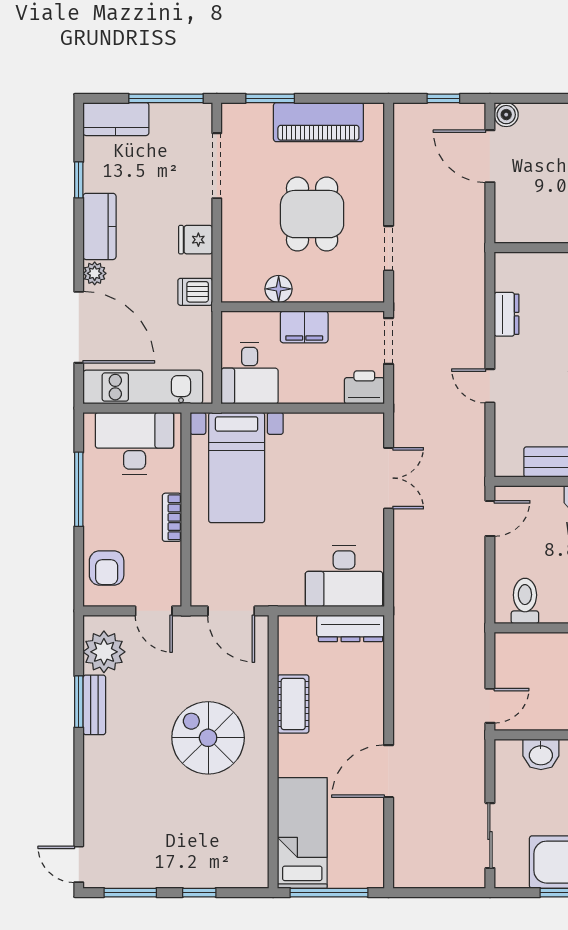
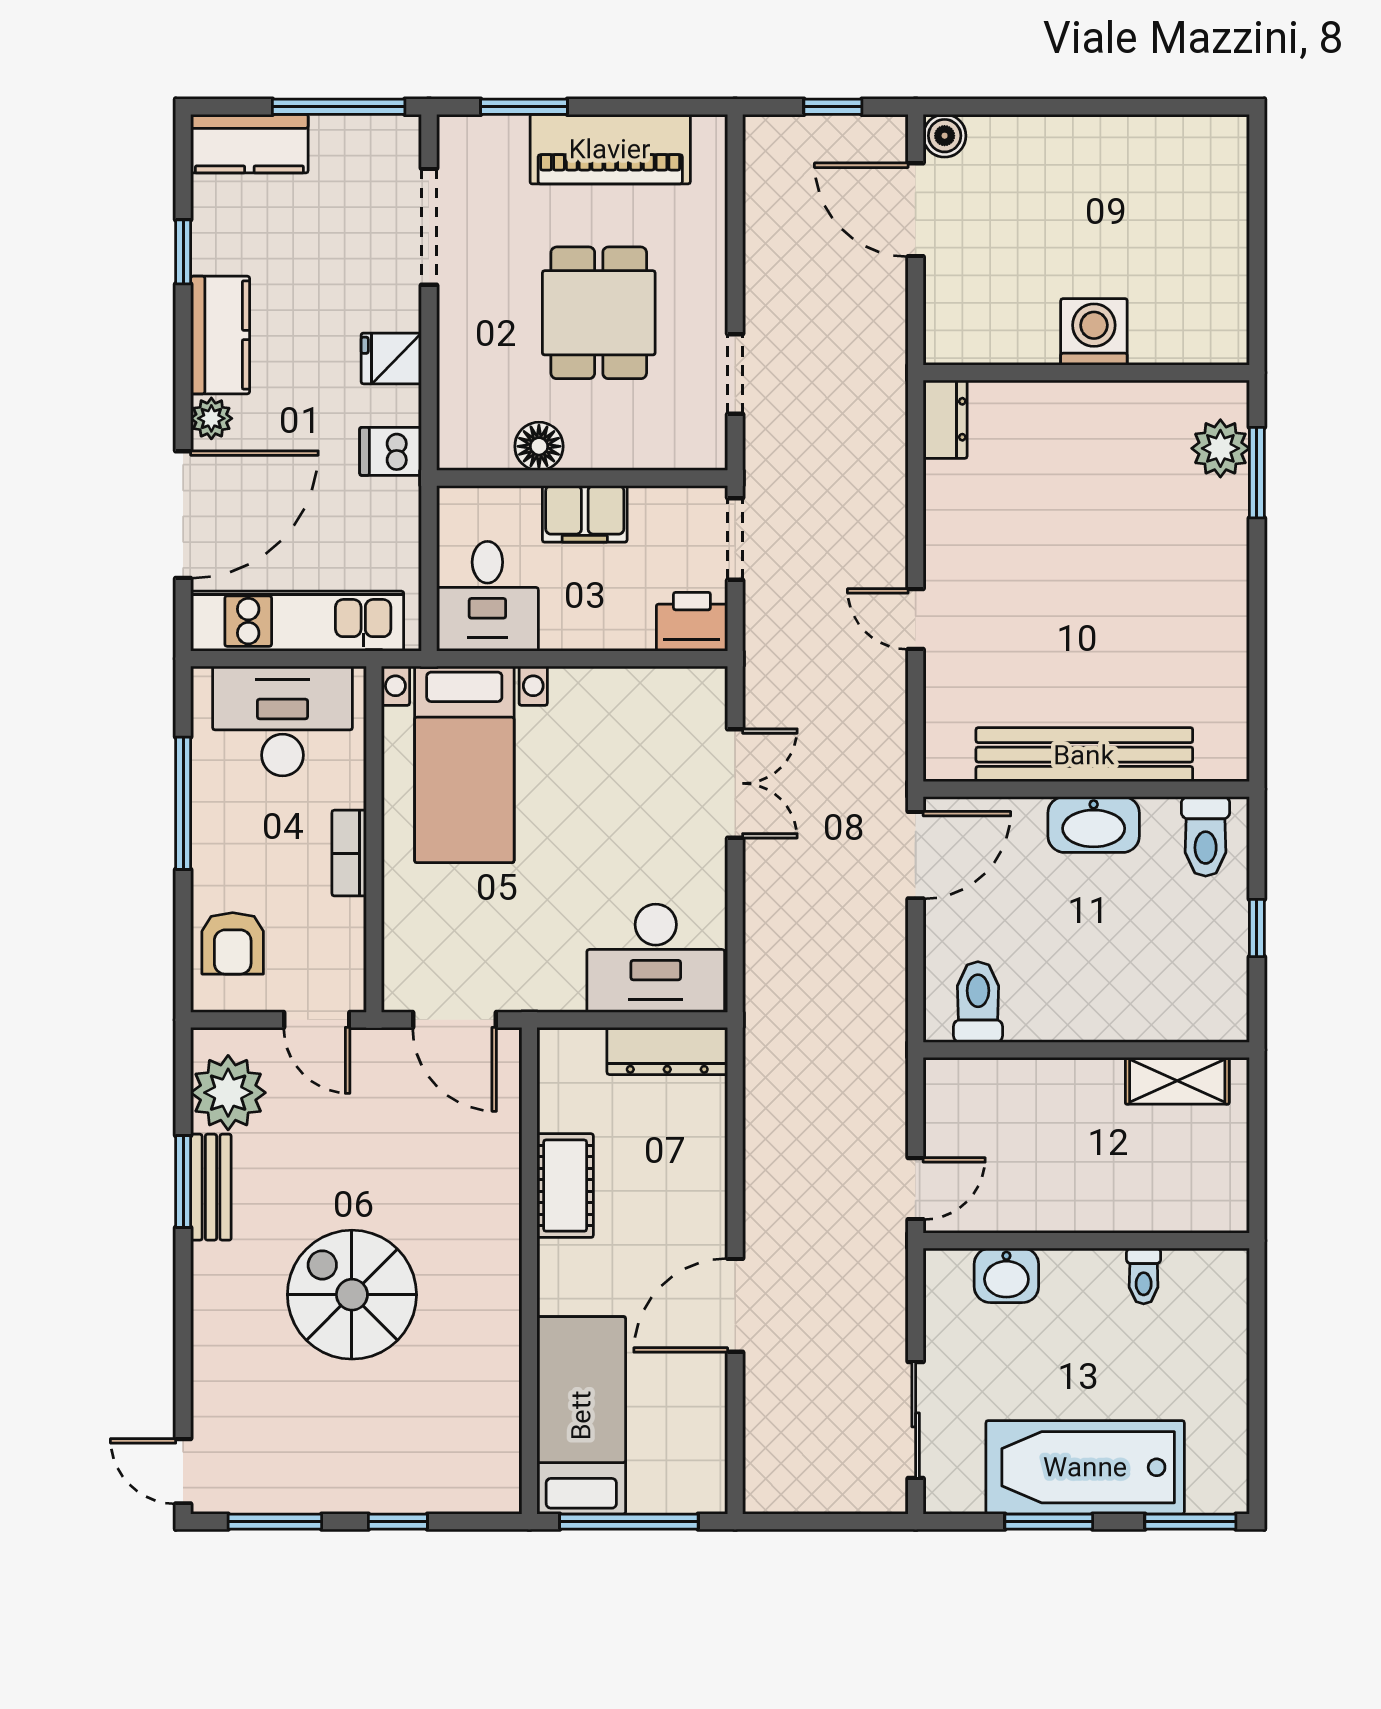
dresser: (507, 314) -> (945, 419), moved
door: (79, 327) -> (183, 515), hinge flipped
door: (490, 518) -> (916, 855), width x1.38
spiral stairs: (208, 738) -> (352, 1295), moved

